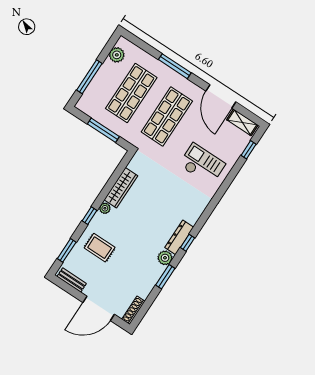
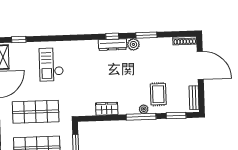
wardrobe: (121, 188) -> (107, 109), width x0.67
plant: (105, 208) -> (144, 109), moved
window: (90, 216) -> (141, 117), width x2.17

